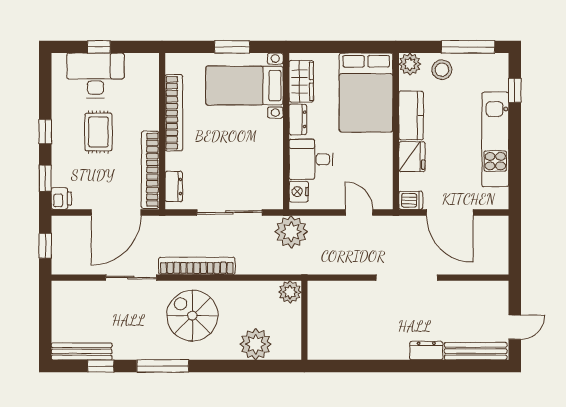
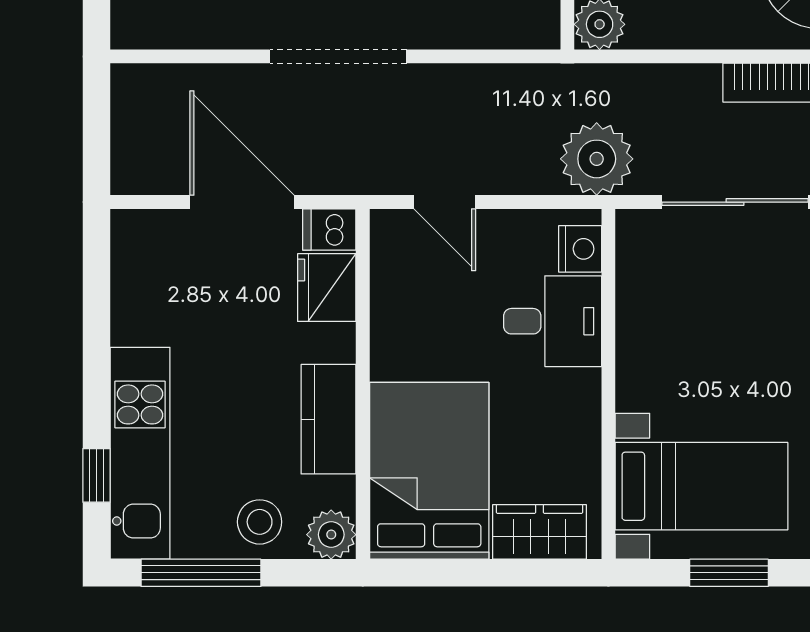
wardrobe: (301, 81) -> (540, 532), moved, turned 90
dresser: (298, 119) -> (582, 411), removed
kitchen unit: (495, 139) -> (140, 453), moved
fridge: (412, 157) -> (327, 288), moved

